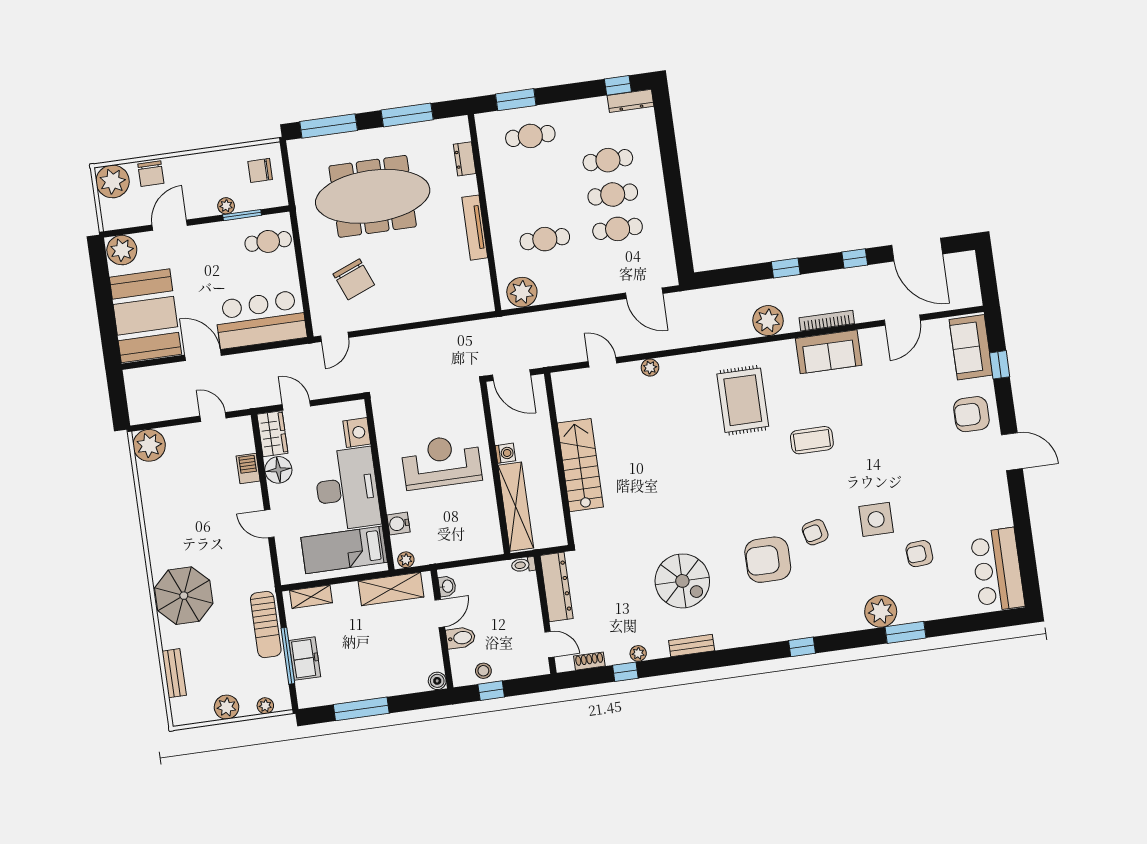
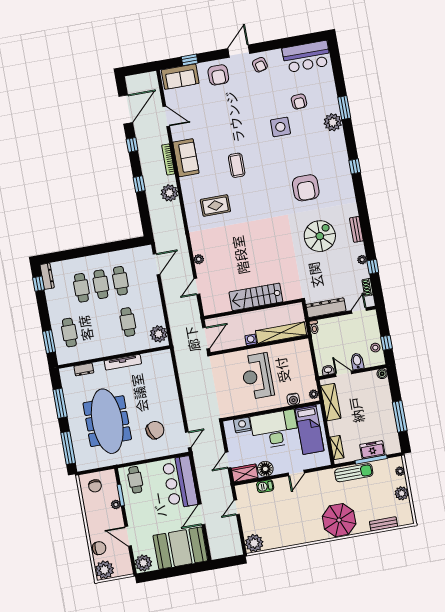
door: (335, 337) -> (188, 440), hinge flipped
rug: (743, 400) -> (215, 206), width x0.73, depth x0.70
armchair: (815, 532) -> (260, 65), moved

